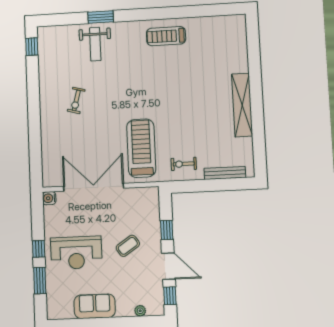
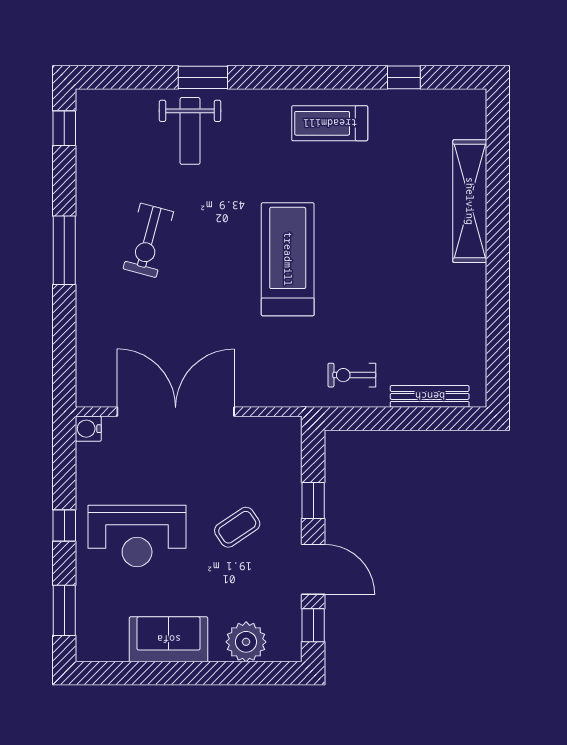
window: (203, 11) -> (404, 77), added
exercise bike: (76, 100) -> (148, 240), width x1.38, depth x1.39
shelving: (242, 105) -> (470, 201), moved
window: (34, 108) -> (64, 250), added
treadmill: (141, 148) -> (288, 259), moved
window: (40, 281) -> (64, 610), moved
plant: (140, 311) -> (246, 642), width x1.88, depth x1.88

